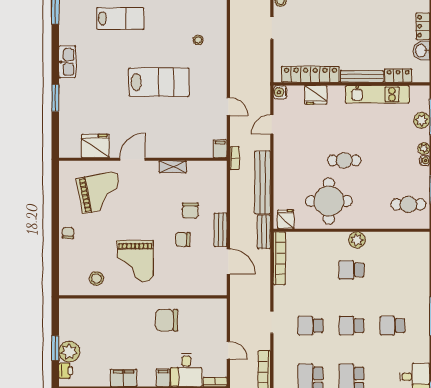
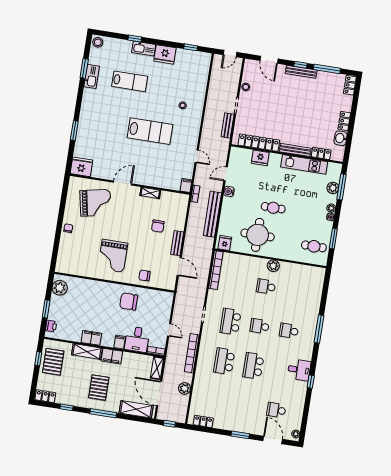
kitchen sink: (67, 62) -> (92, 76), moved
water cooler: (280, 92) -> (229, 191), moved
fridge: (95, 146) -> (81, 167), moved
bench: (264, 232) -> (228, 125), moved
chair: (183, 240) -> (145, 275), moved
stool: (96, 278) -> (83, 264), removed
school desk: (311, 326) -> (231, 322), width x1.85
plant: (69, 352) -> (60, 288), moved

